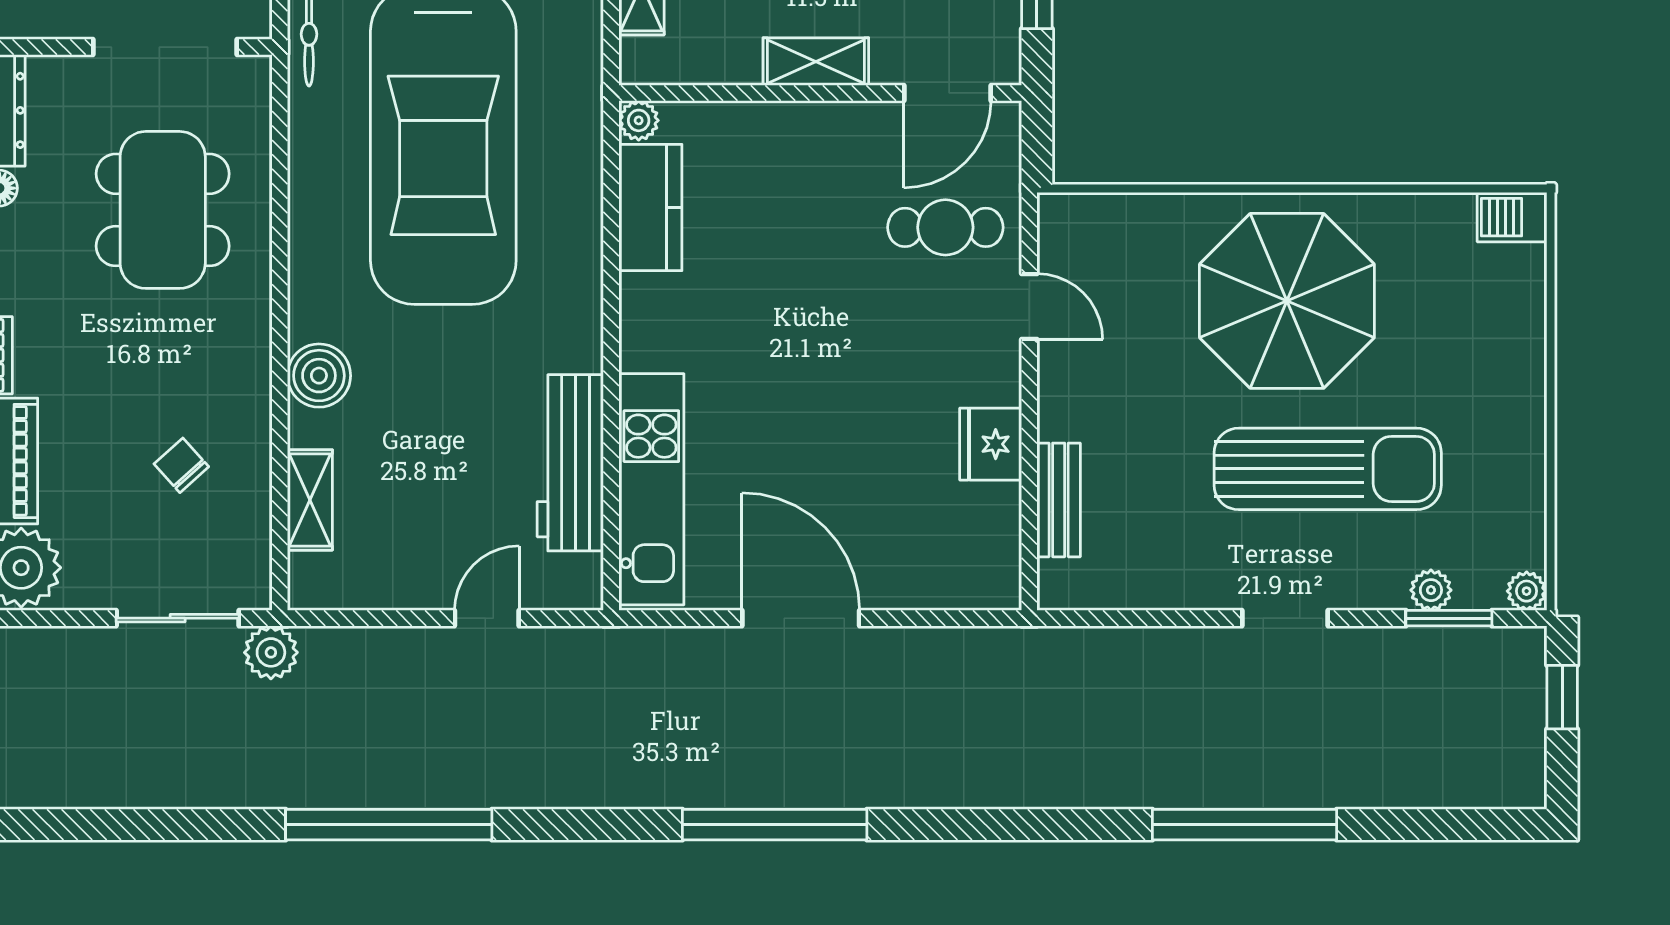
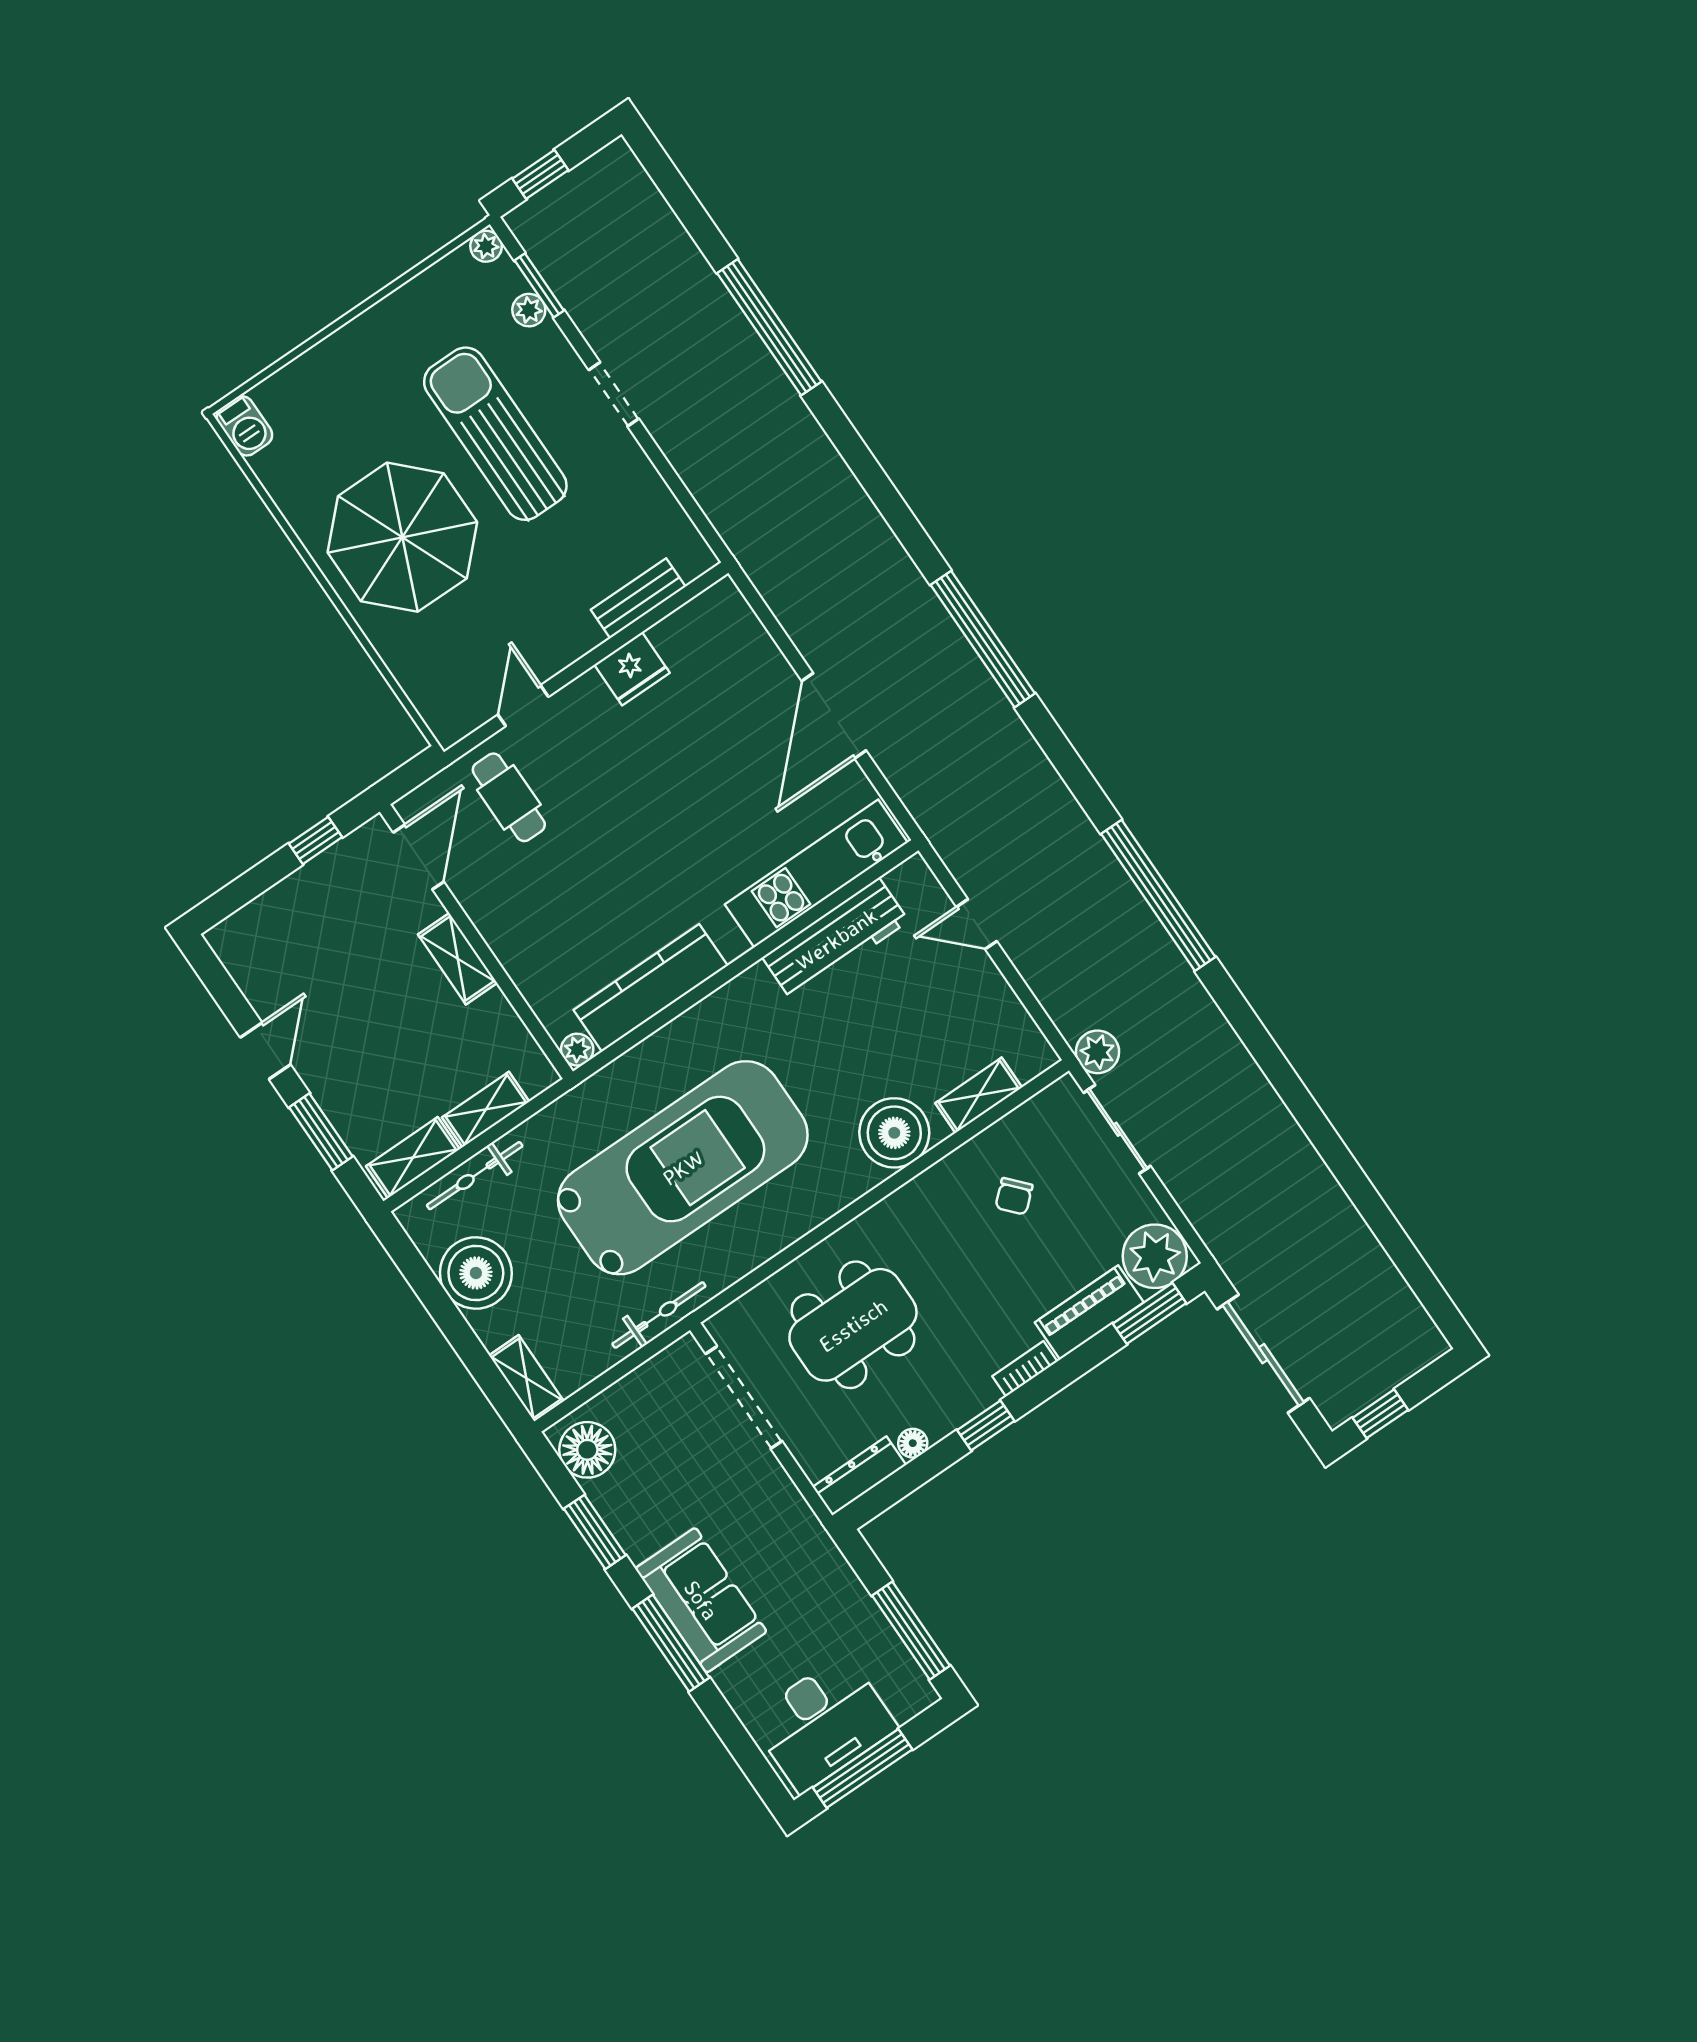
door: (947, 93) -> (419, 857), hinge flipped
kitchen counter: (650, 208) -> (651, 988), width x1.50
boiler: (319, 376) -> (894, 1133), width x1.37, depth x1.37

